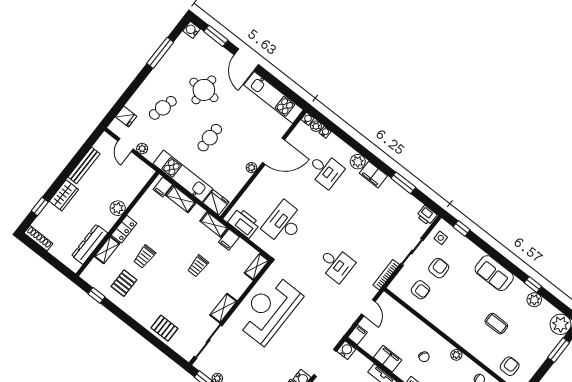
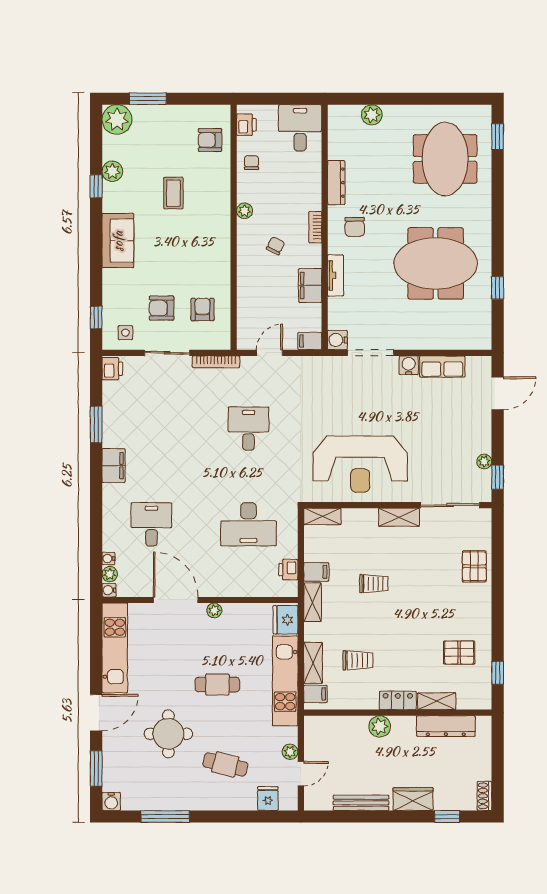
plant: (358, 162) -> (113, 495), removed
printer: (244, 223) -> (288, 570), width x0.53, depth x0.68
shoe rack: (38, 238) -> (485, 796), width x0.70
trolley: (144, 257) -> (358, 660), moved

